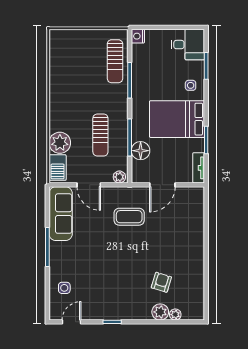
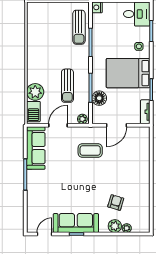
door: (89, 185) -> (58, 125), swing flipped
side table: (64, 288) -> (39, 207), removed
sofa: (111, 308) -> (76, 223), added

